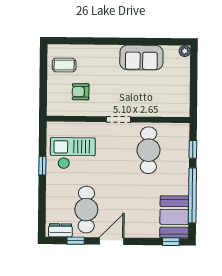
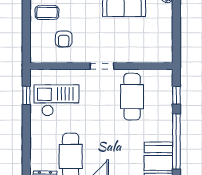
armchair: (81, 92) -> (64, 39), turned -90
window: (42, 166) -> (26, 95), moved

